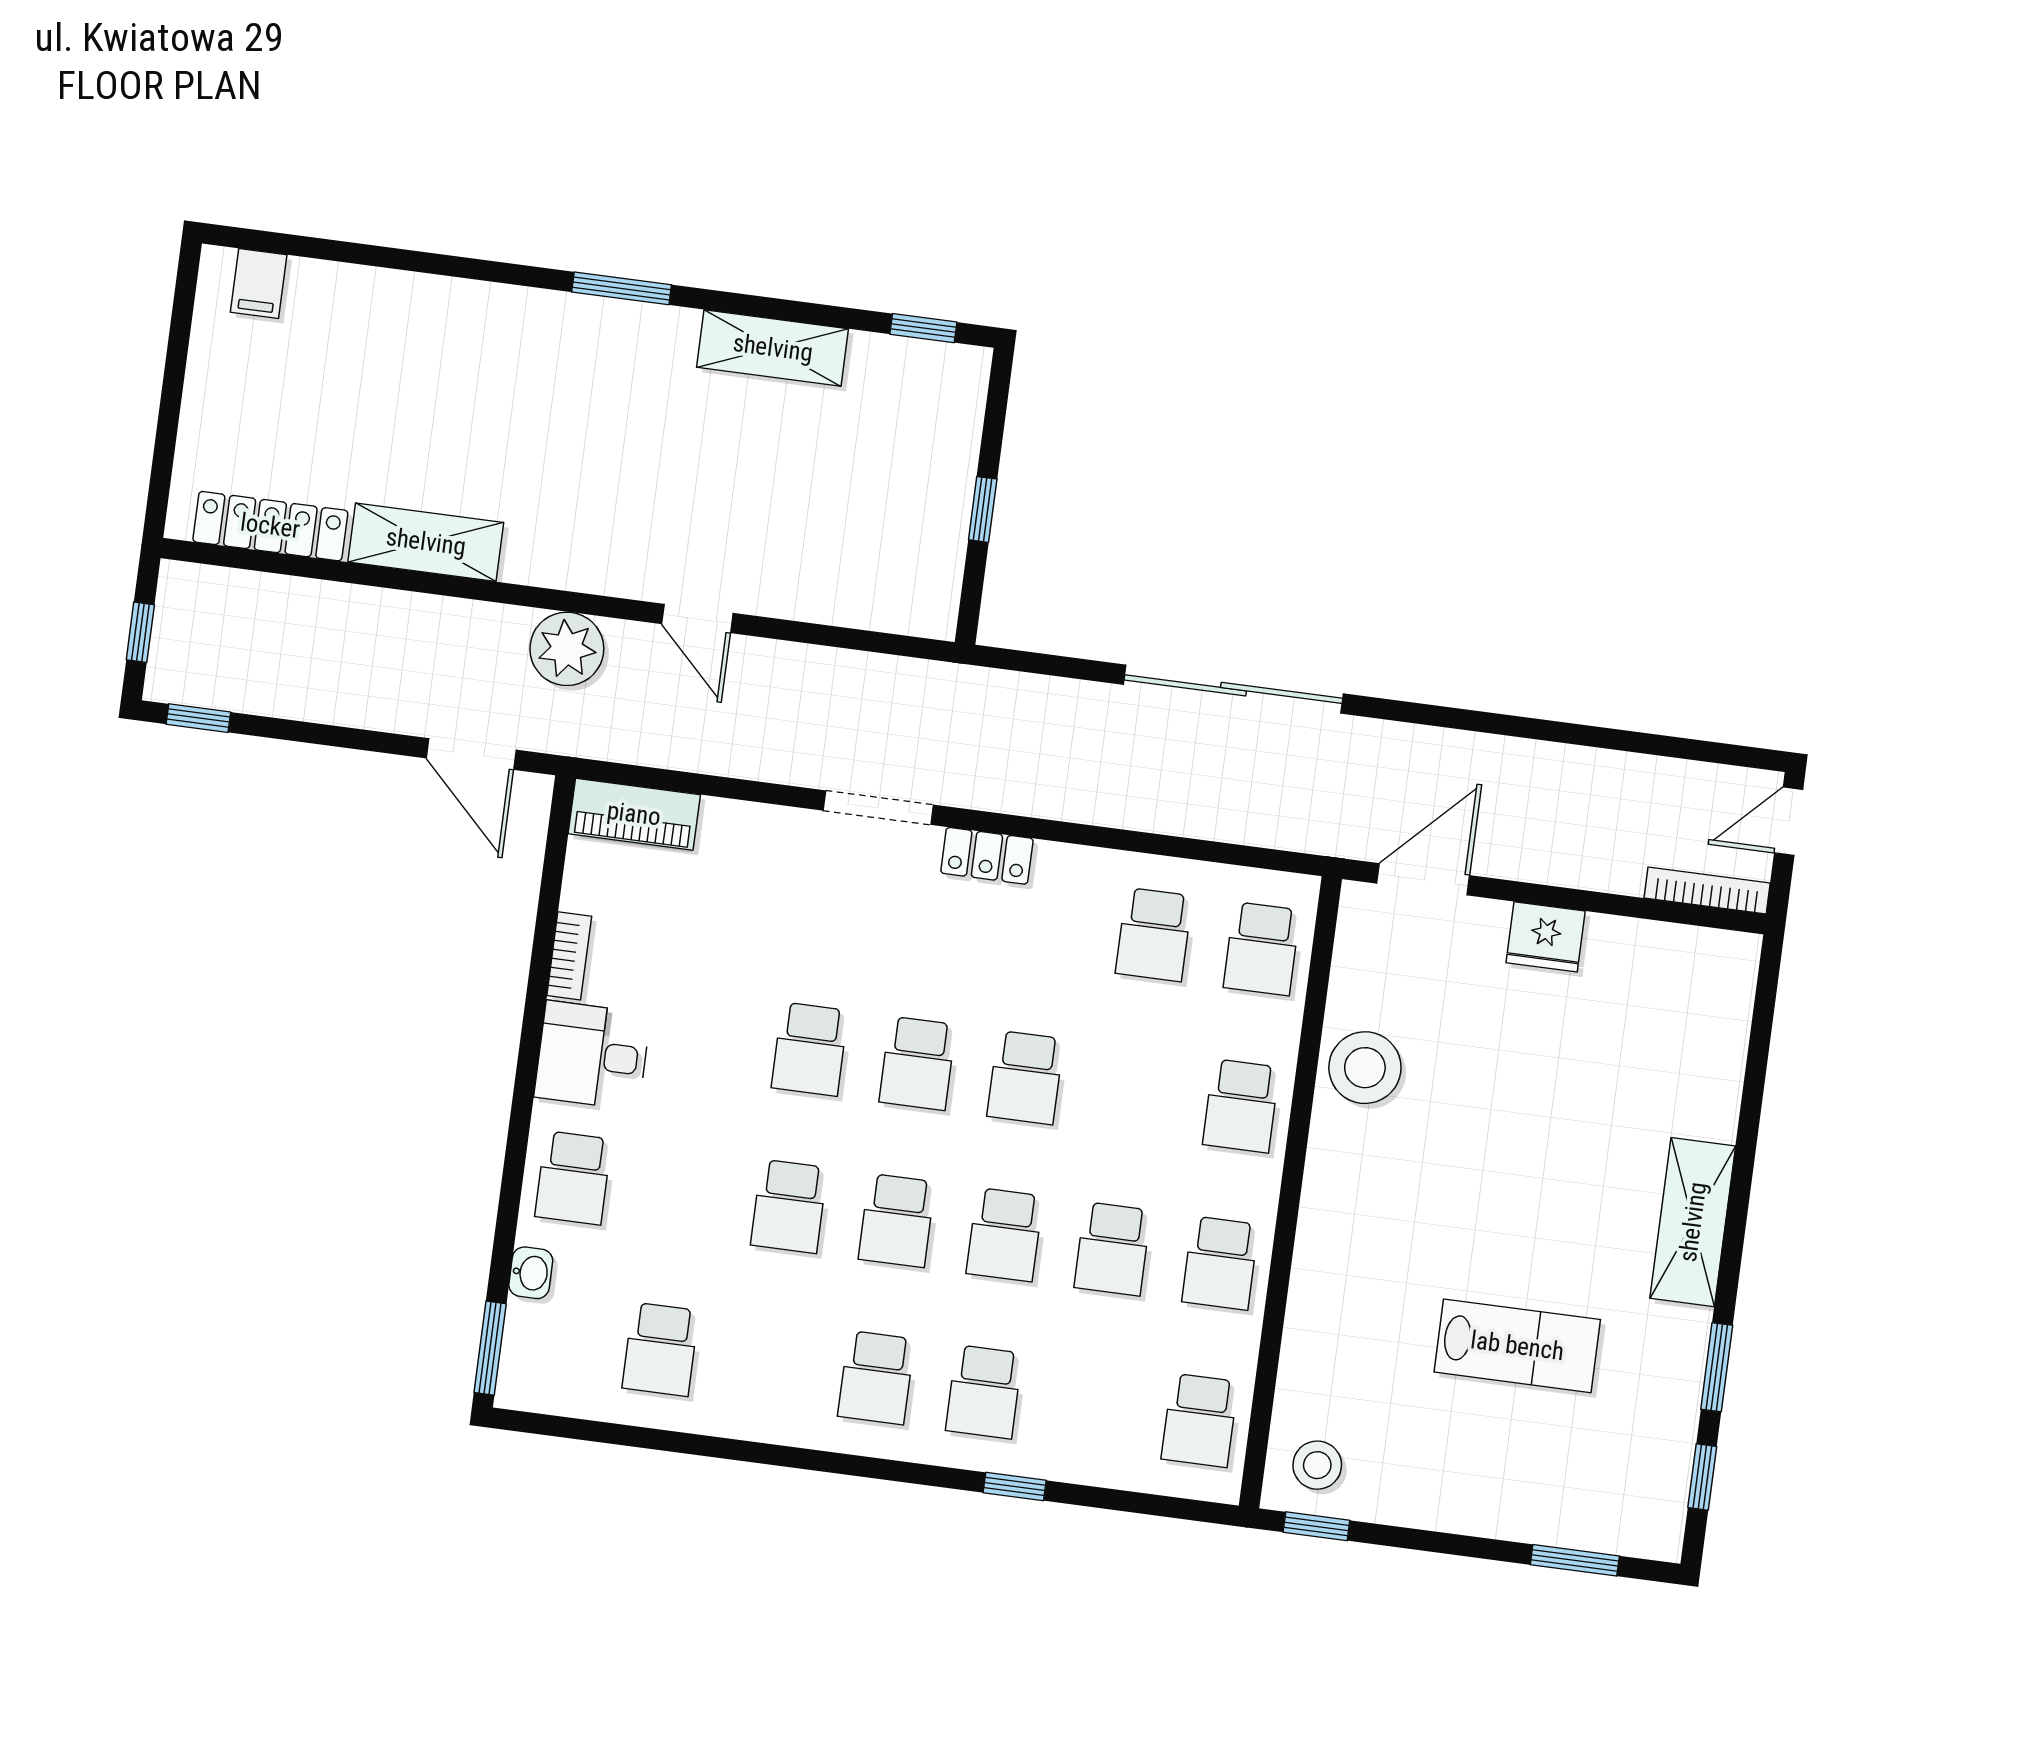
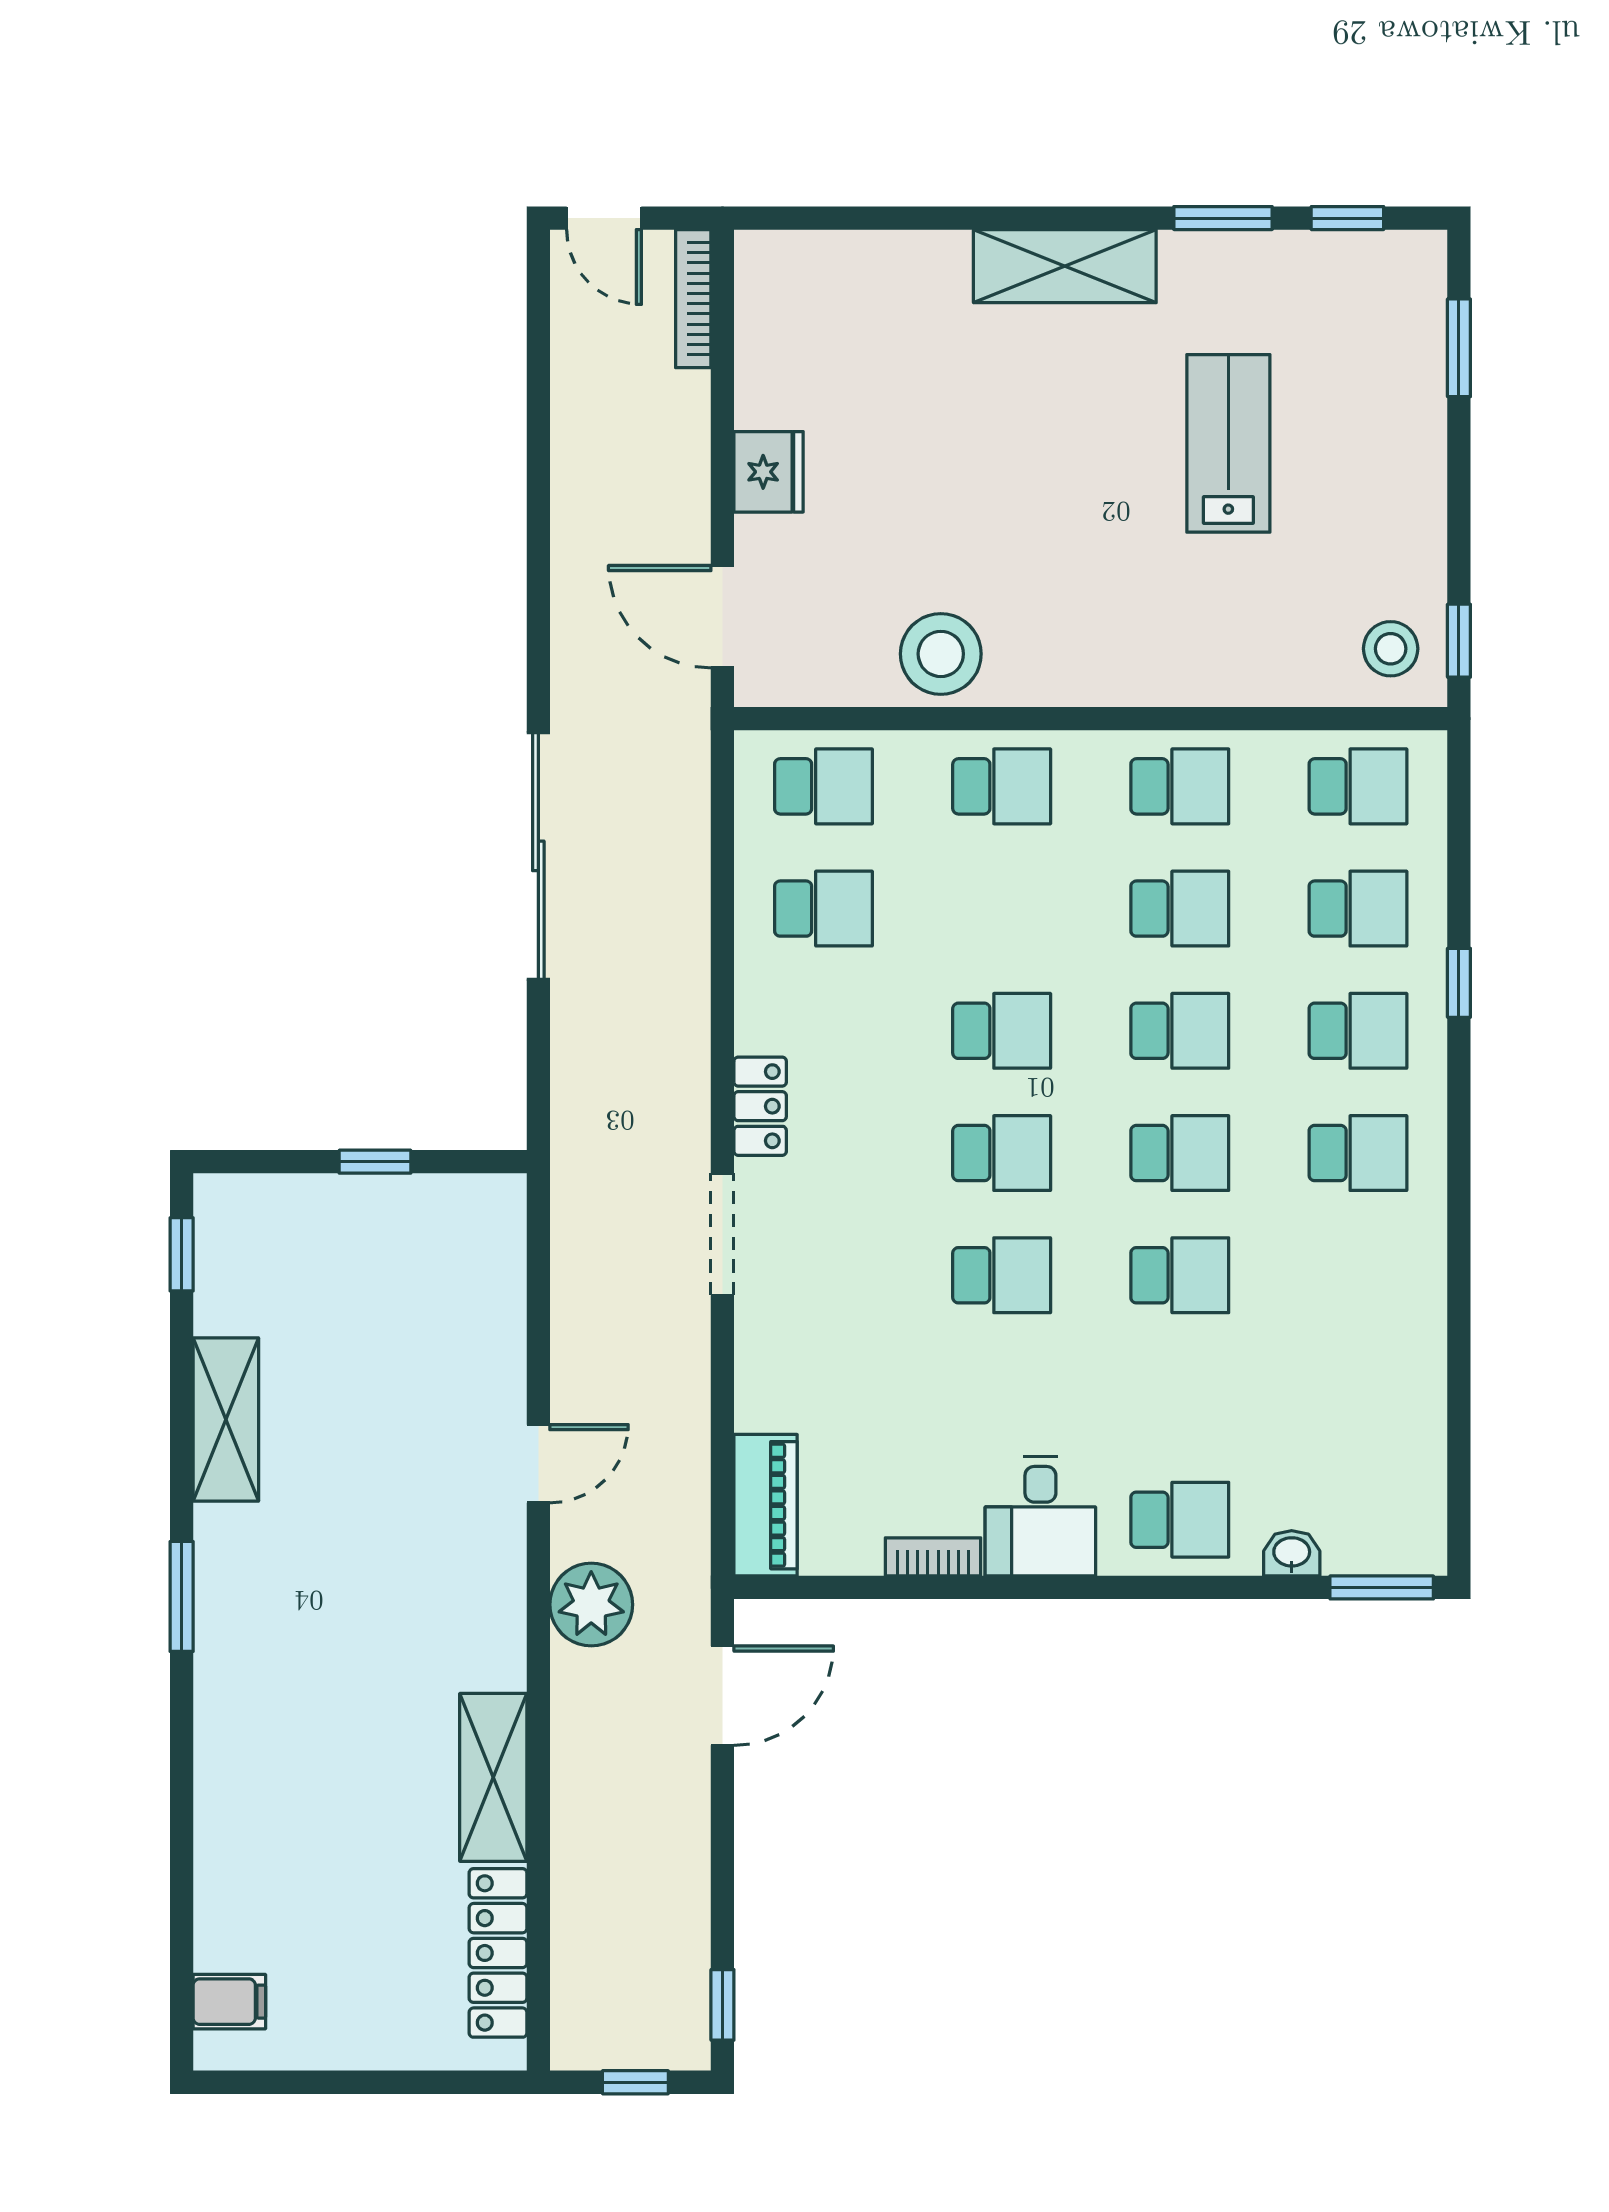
school desk: (660, 1349) -> (1358, 909), moved

